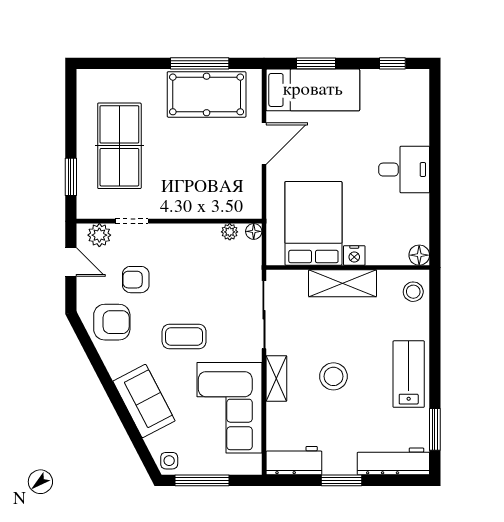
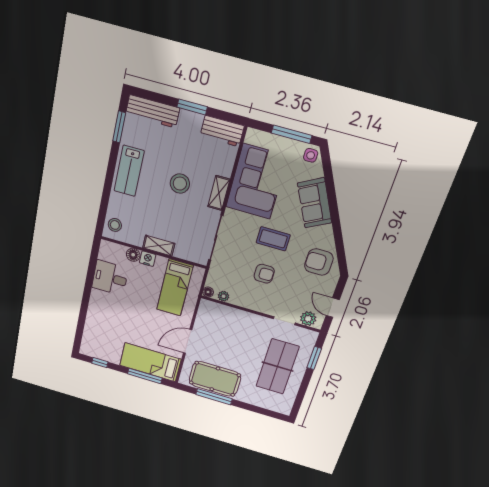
window: (316, 63) -> (145, 376), width x1.44
desk: (404, 170) -> (110, 278), moved
bed: (313, 223) -> (175, 288), width x0.67
floor lamp: (419, 255) -> (133, 255), moved
armchair: (136, 280) -> (264, 274), moved
shelving: (343, 283) -> (159, 246), width x0.67, depth x0.75

